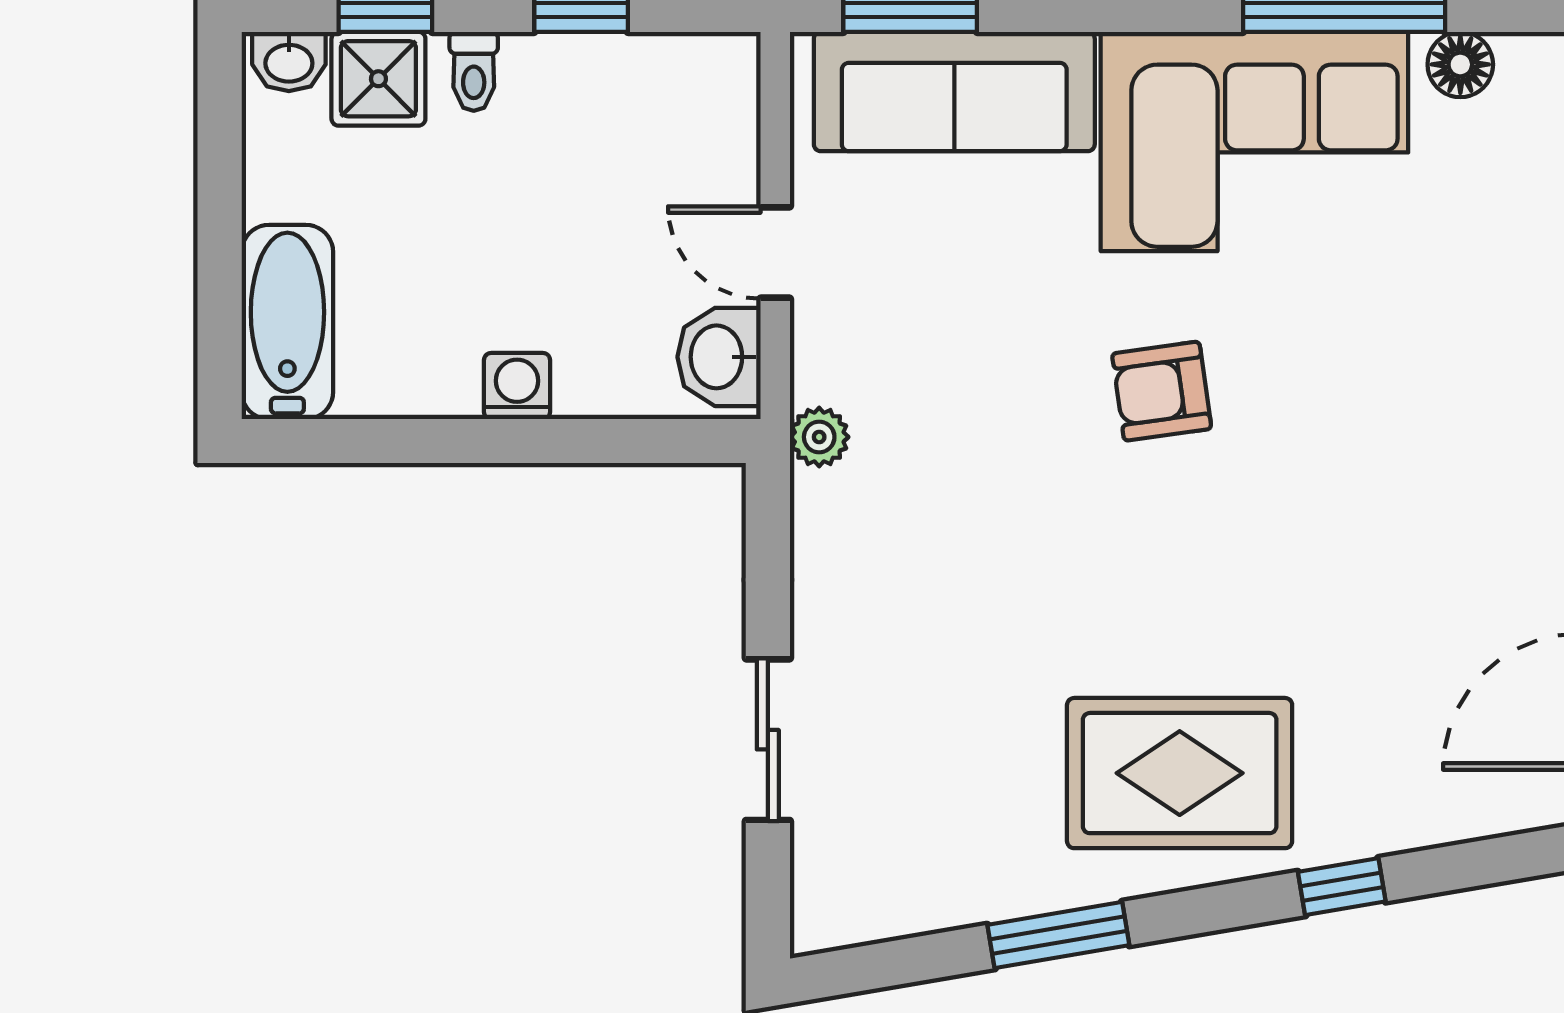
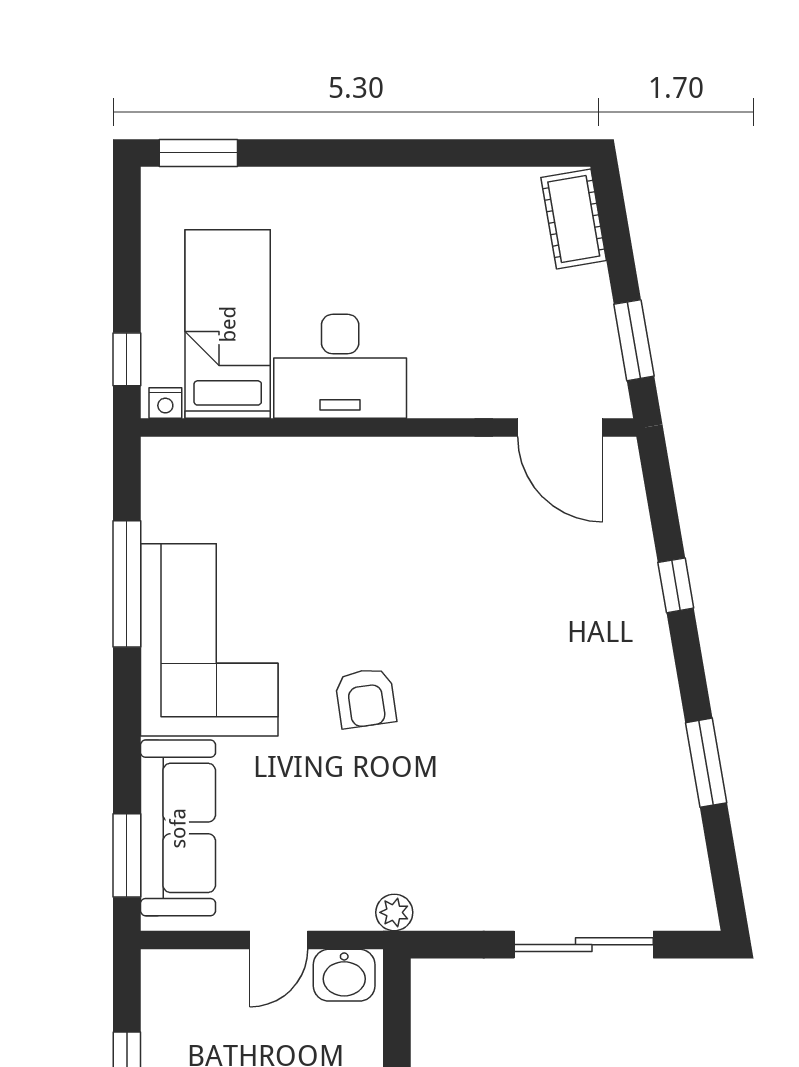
floor lamp: (1460, 64) -> (161, 511), removed
sliding door: (768, 740) -> (584, 945), width x1.37
rug: (1180, 773) -> (605, 687), removed

